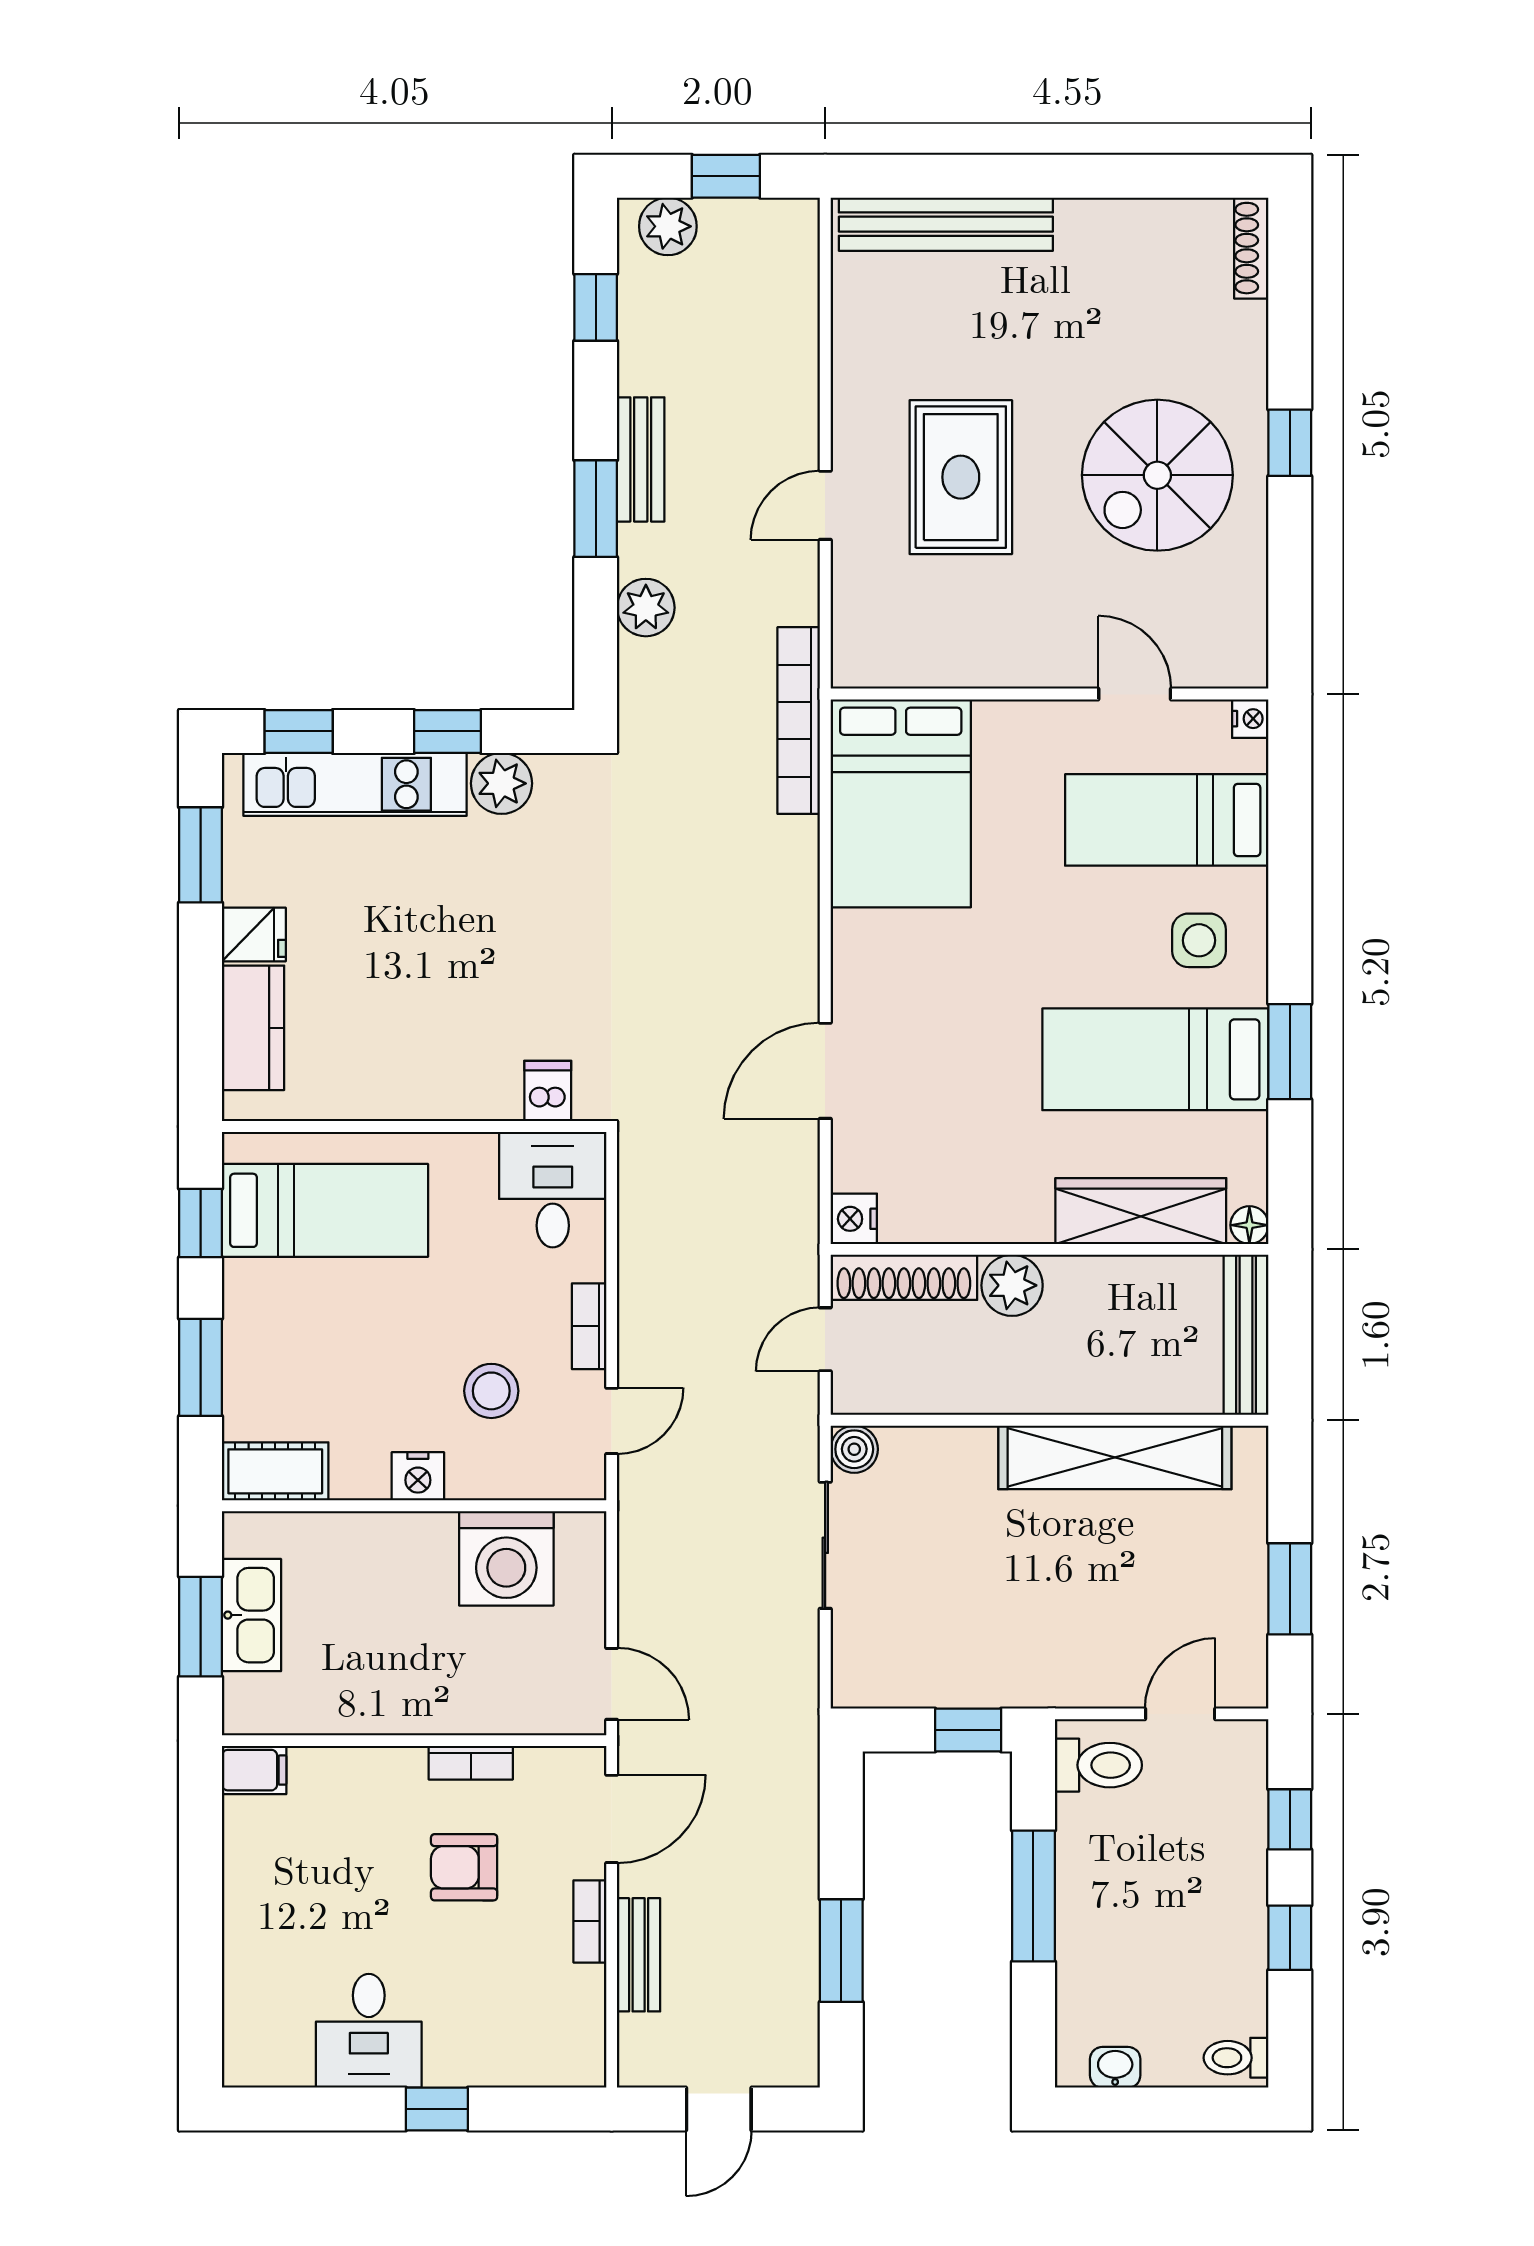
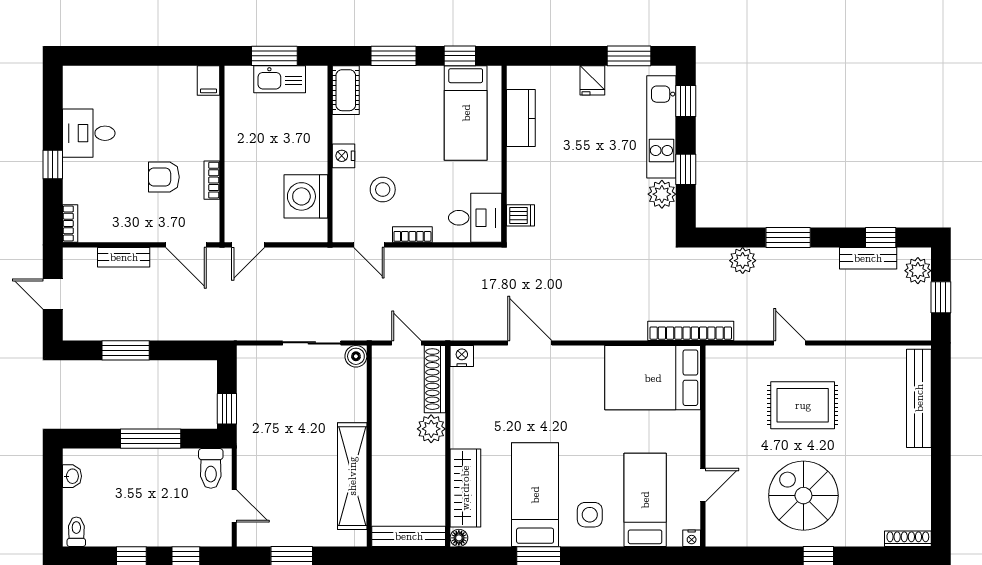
bench: (641, 459) -> (868, 258), moved
kitchen counter: (253, 1028) -> (521, 118), moved, turned -90
armchair: (464, 1867) -> (164, 177), turned -90
bookcase: (590, 1921) -> (70, 223), moved, turned 90

